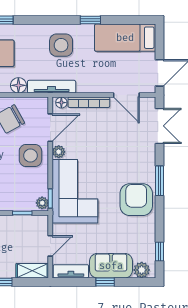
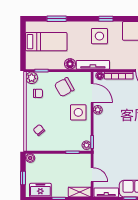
window: (90, 20) -> (106, 19), moved
door: (50, 128) -> (92, 93), hinge flipped
corner sofa: (75, 191) -> (109, 137), removed
door: (50, 246) -> (92, 175), hinge flipped

